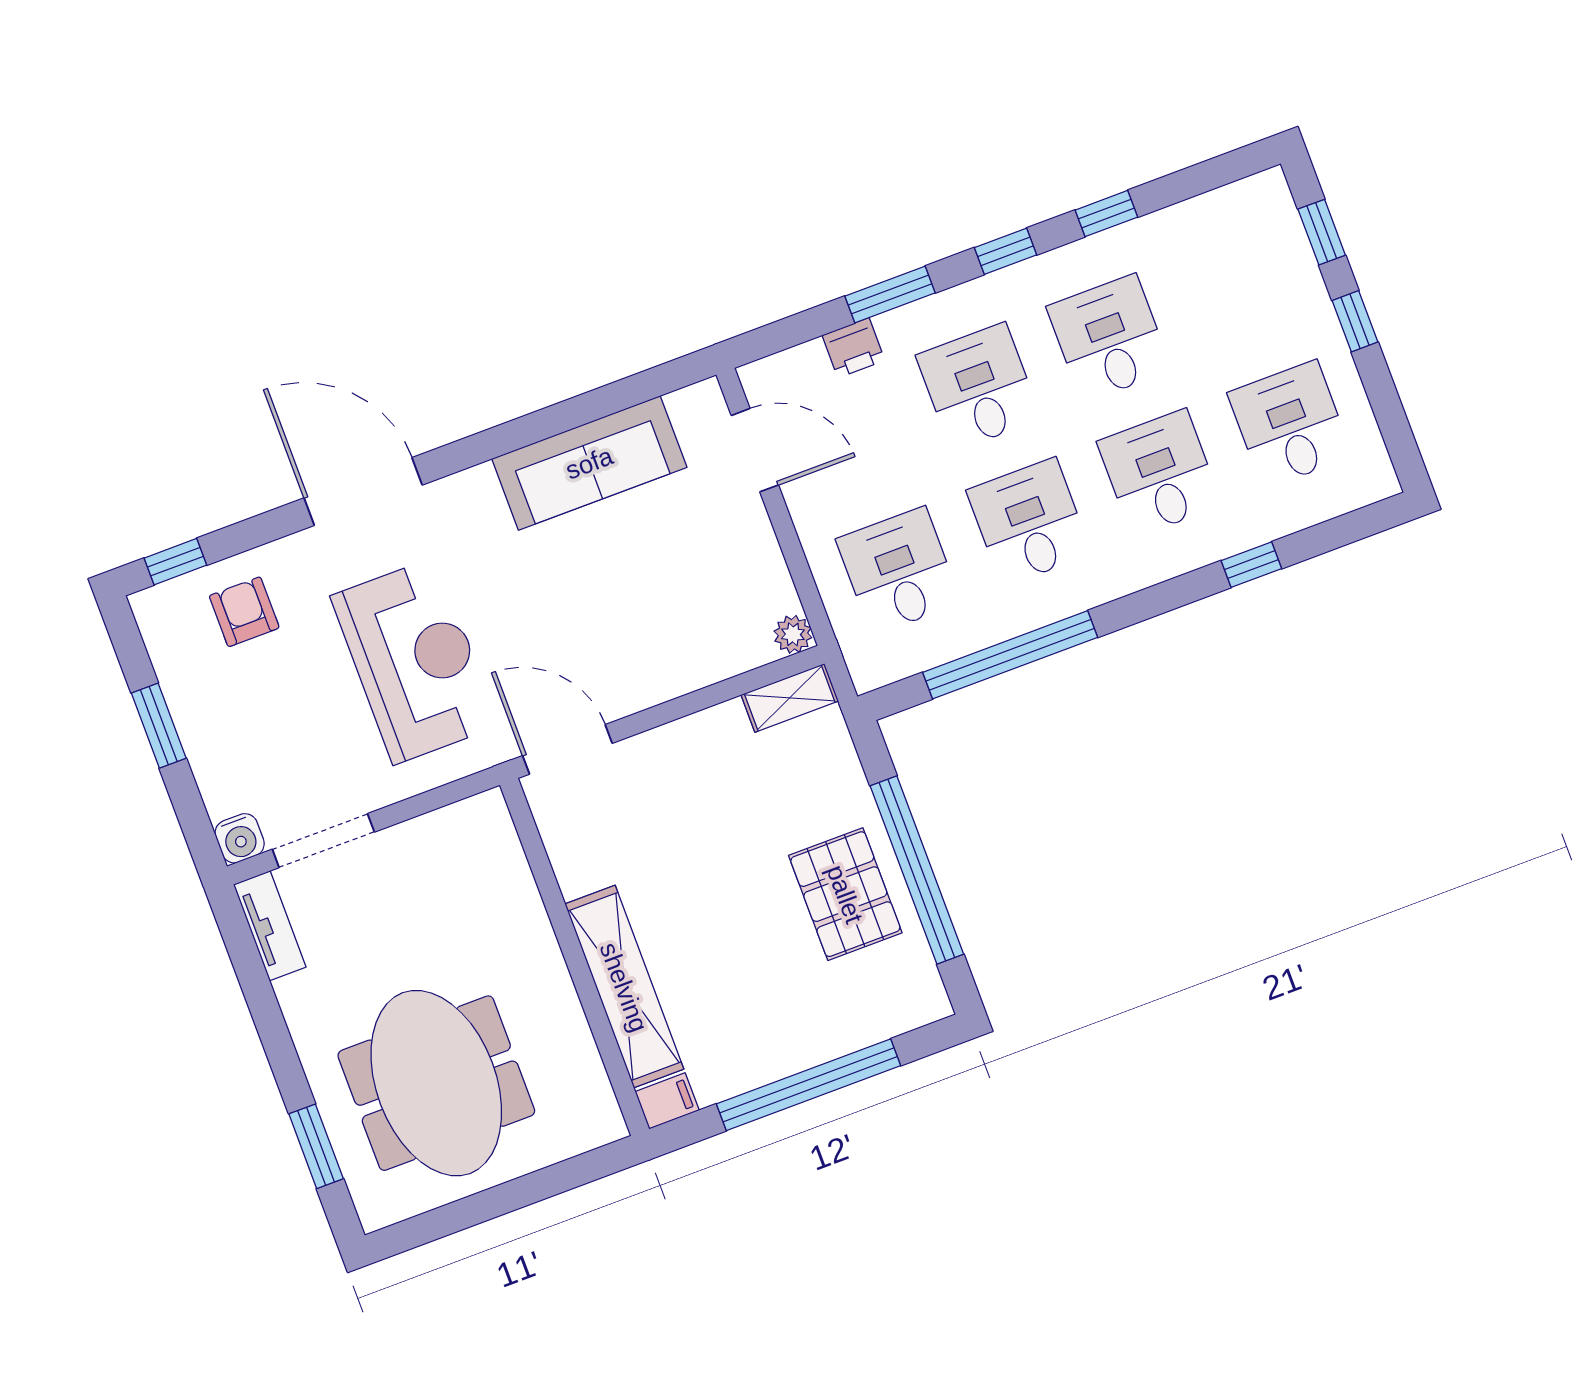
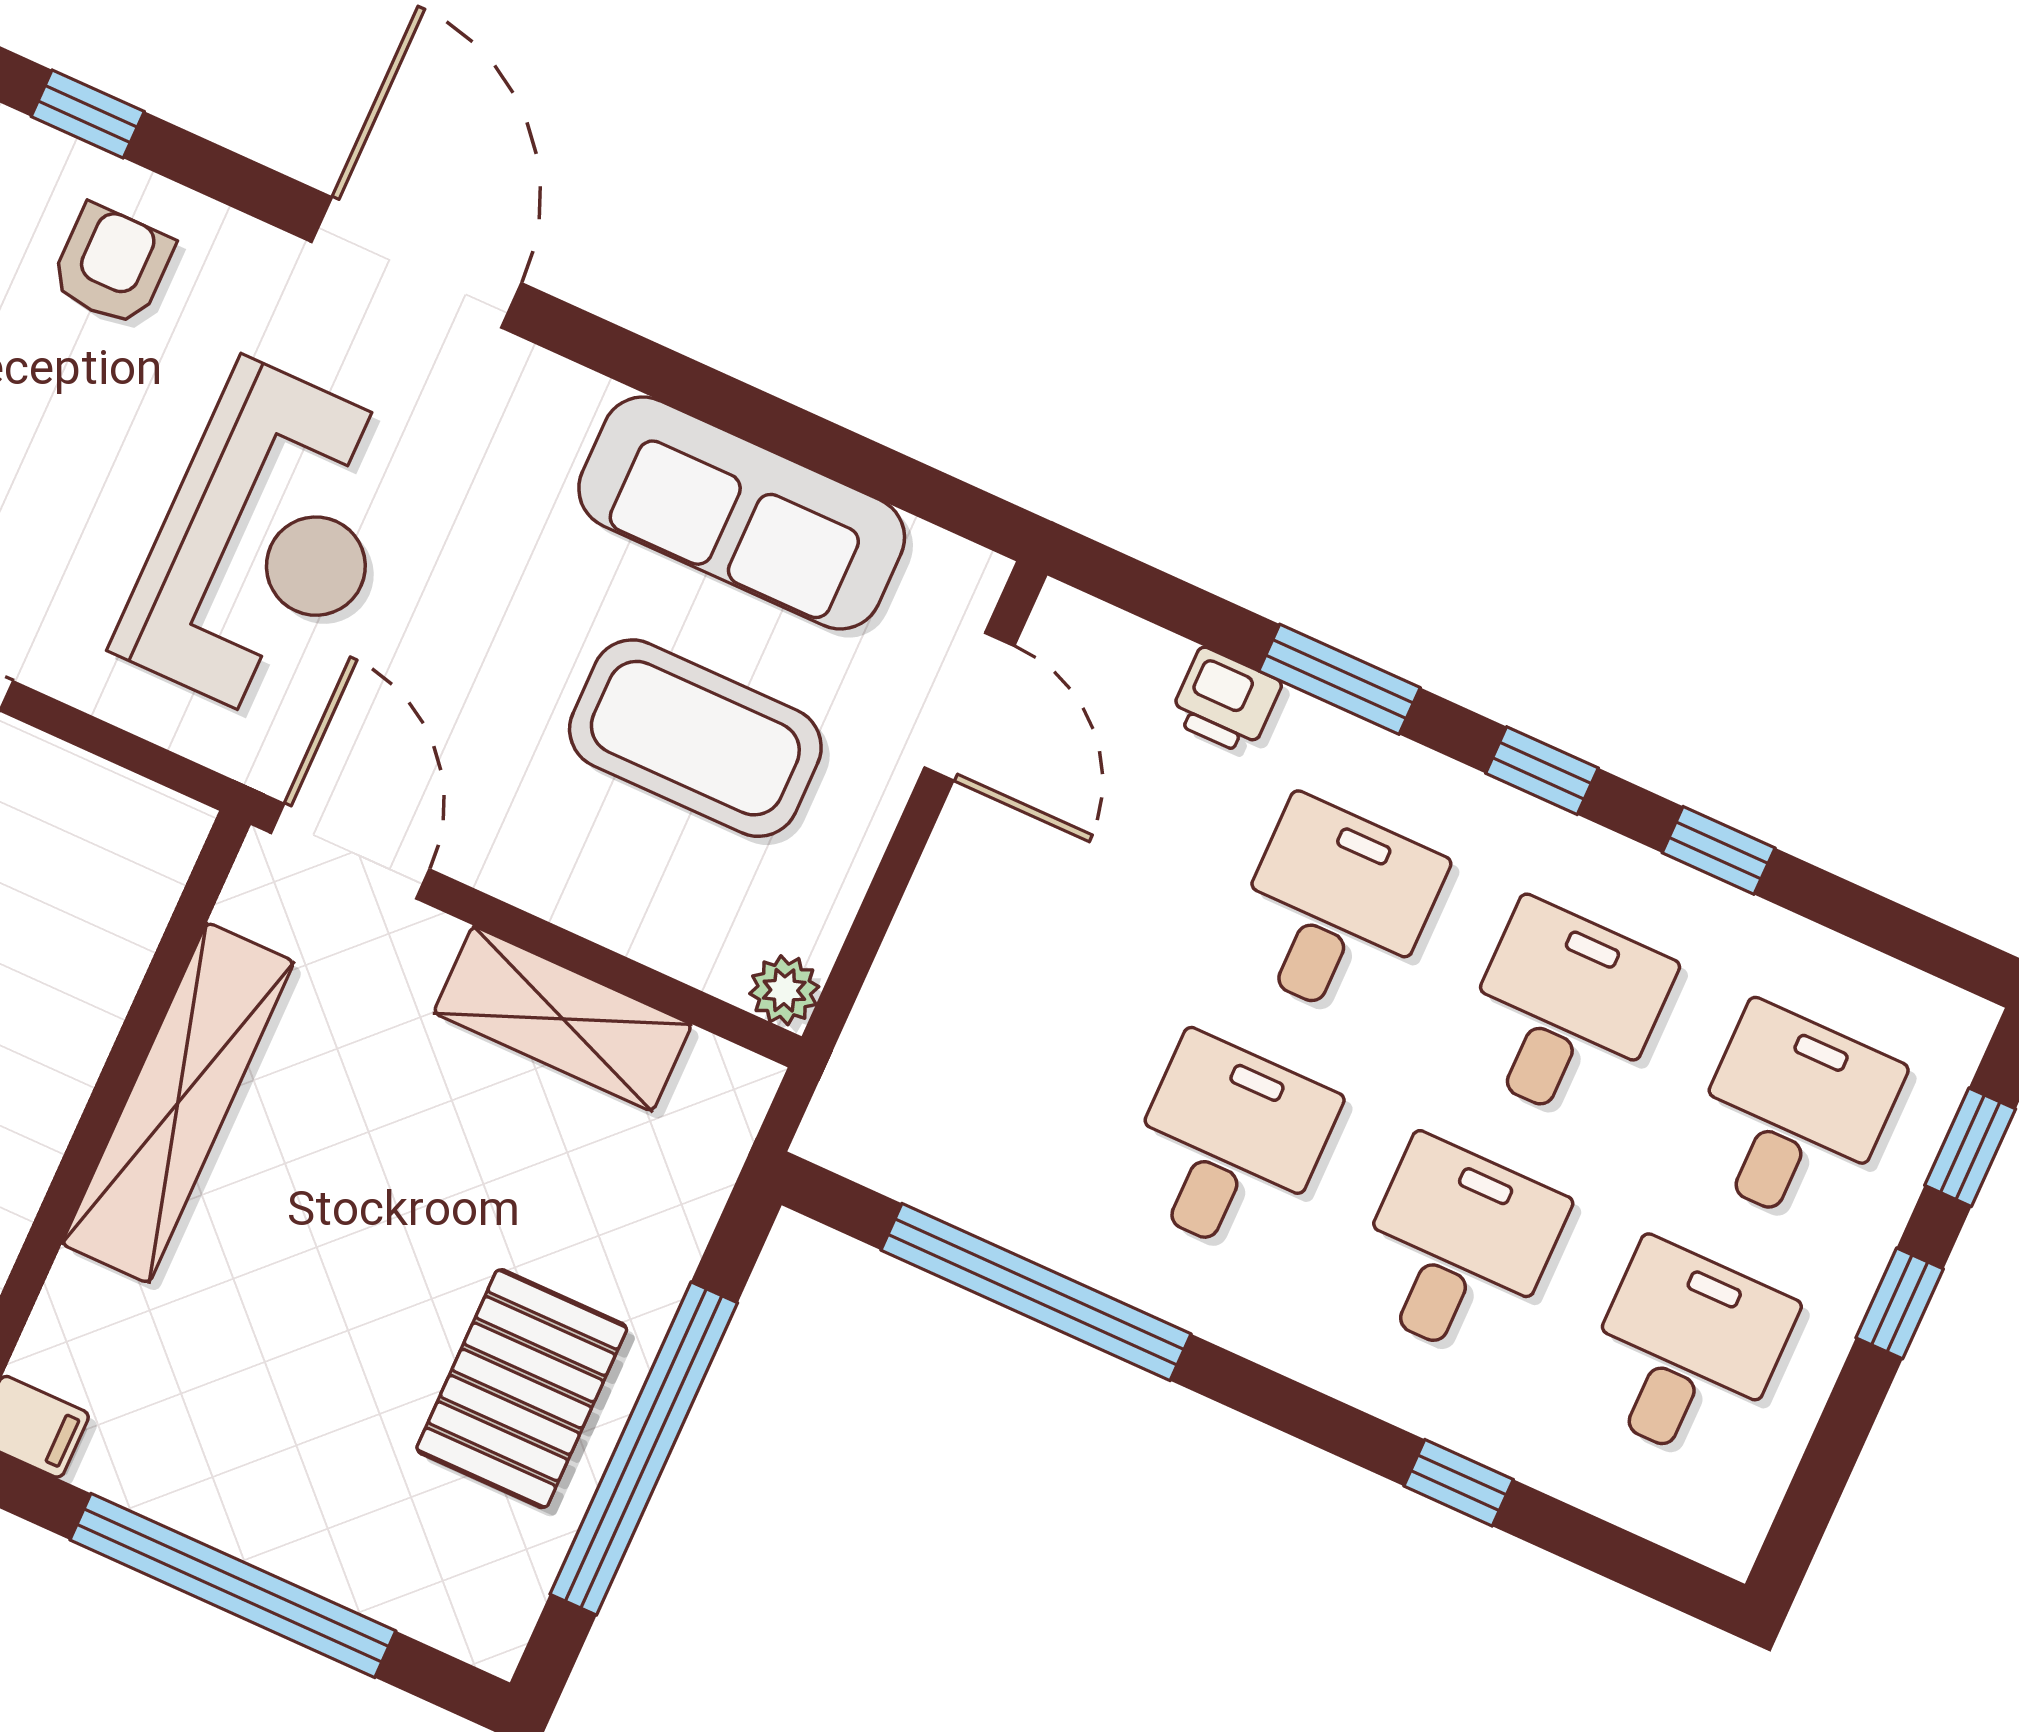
coffee table: (659, 570) -> (695, 738), added
desk: (898, 571) -> (1792, 1116), moved
shelving: (790, 698) -> (563, 1019), moved, width x1.50, depth x1.33
shelving: (624, 987) -> (178, 1103), moved

